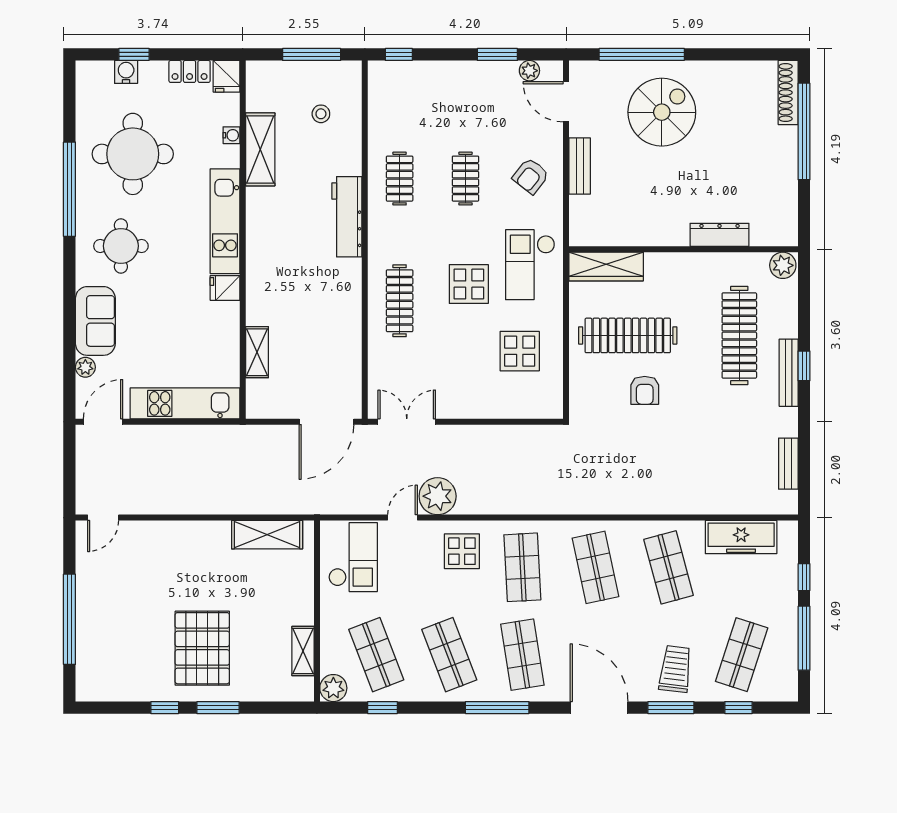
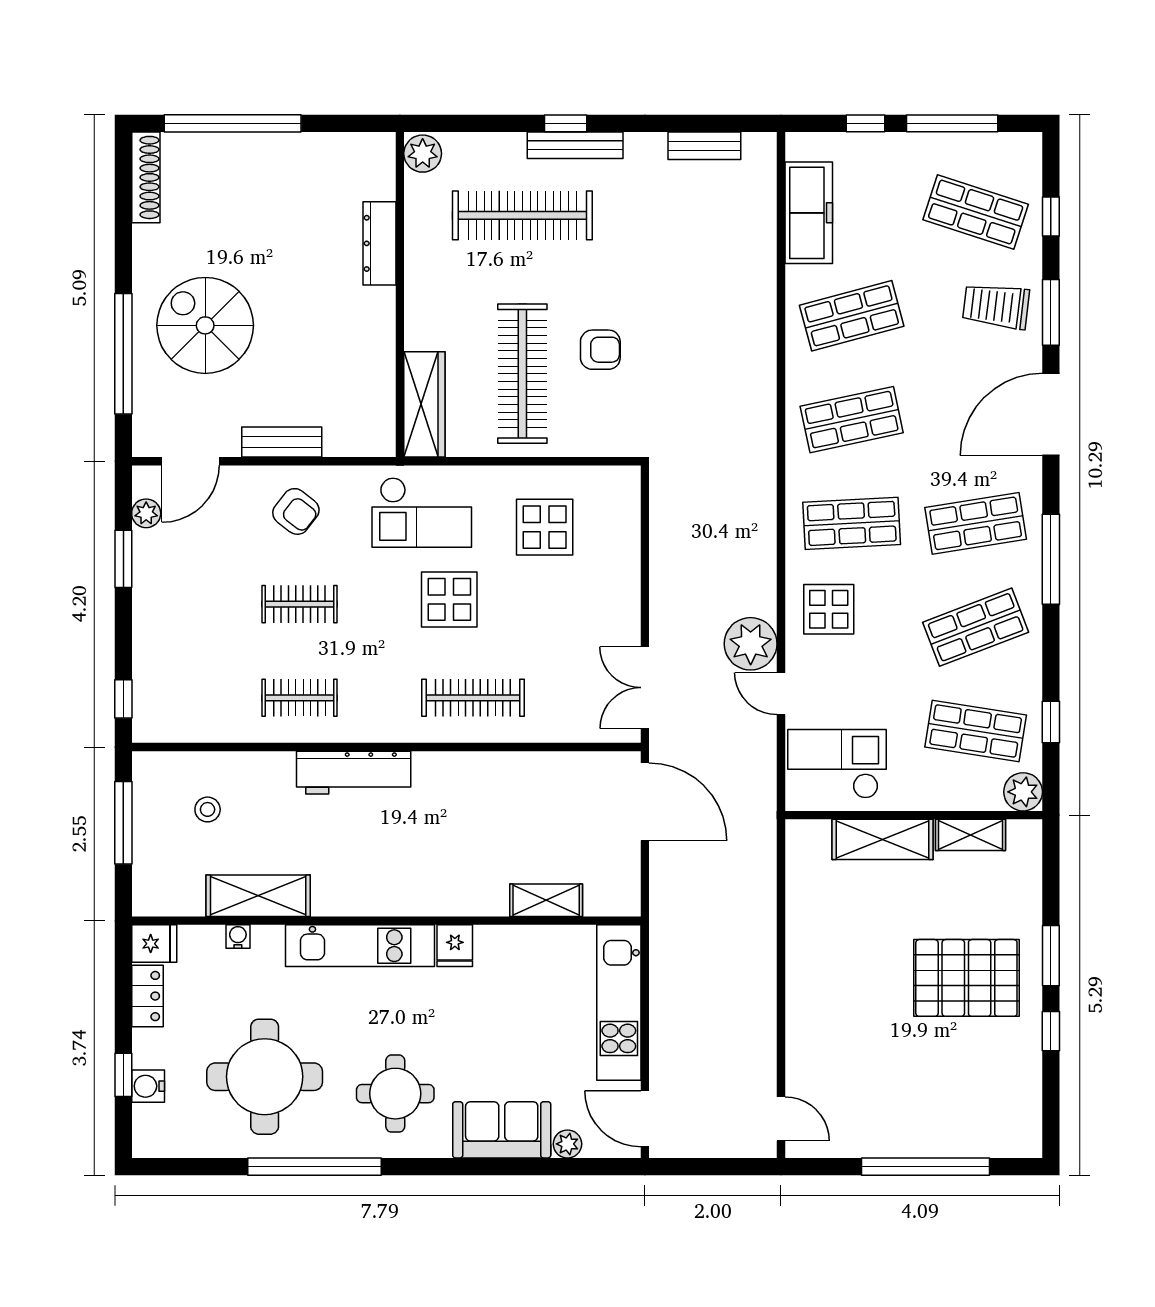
shoe rack: (788, 93) -> (146, 177), moved, turned -90
shelving: (267, 535) -> (882, 839), moved, turned 90
shop shelf: (376, 655) -> (976, 731), turned 30

